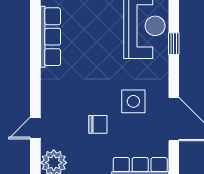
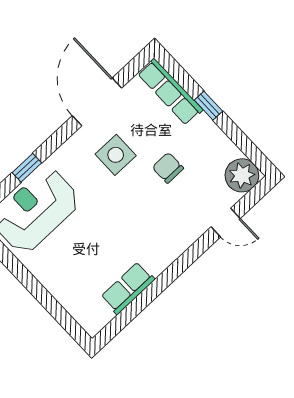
row of seats: (50, 37) -> (128, 288), width x0.68

